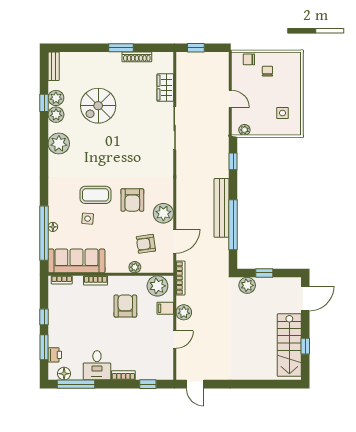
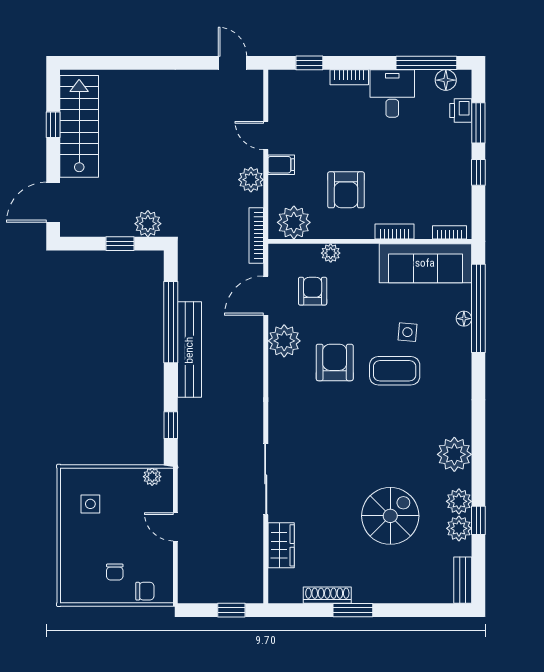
armchair: (146, 244) -> (313, 291), turned -82
filing cabinet: (165, 308) -> (281, 165), moved
door: (175, 340) -> (266, 135), hinge flipped

